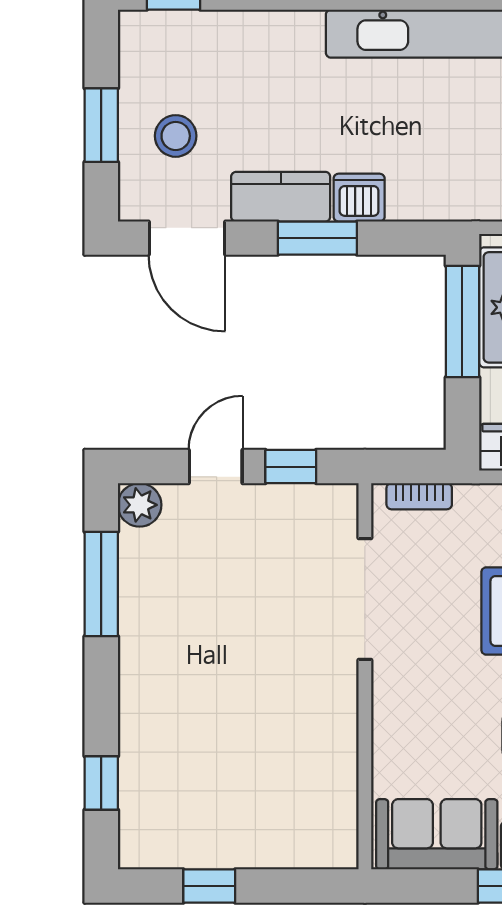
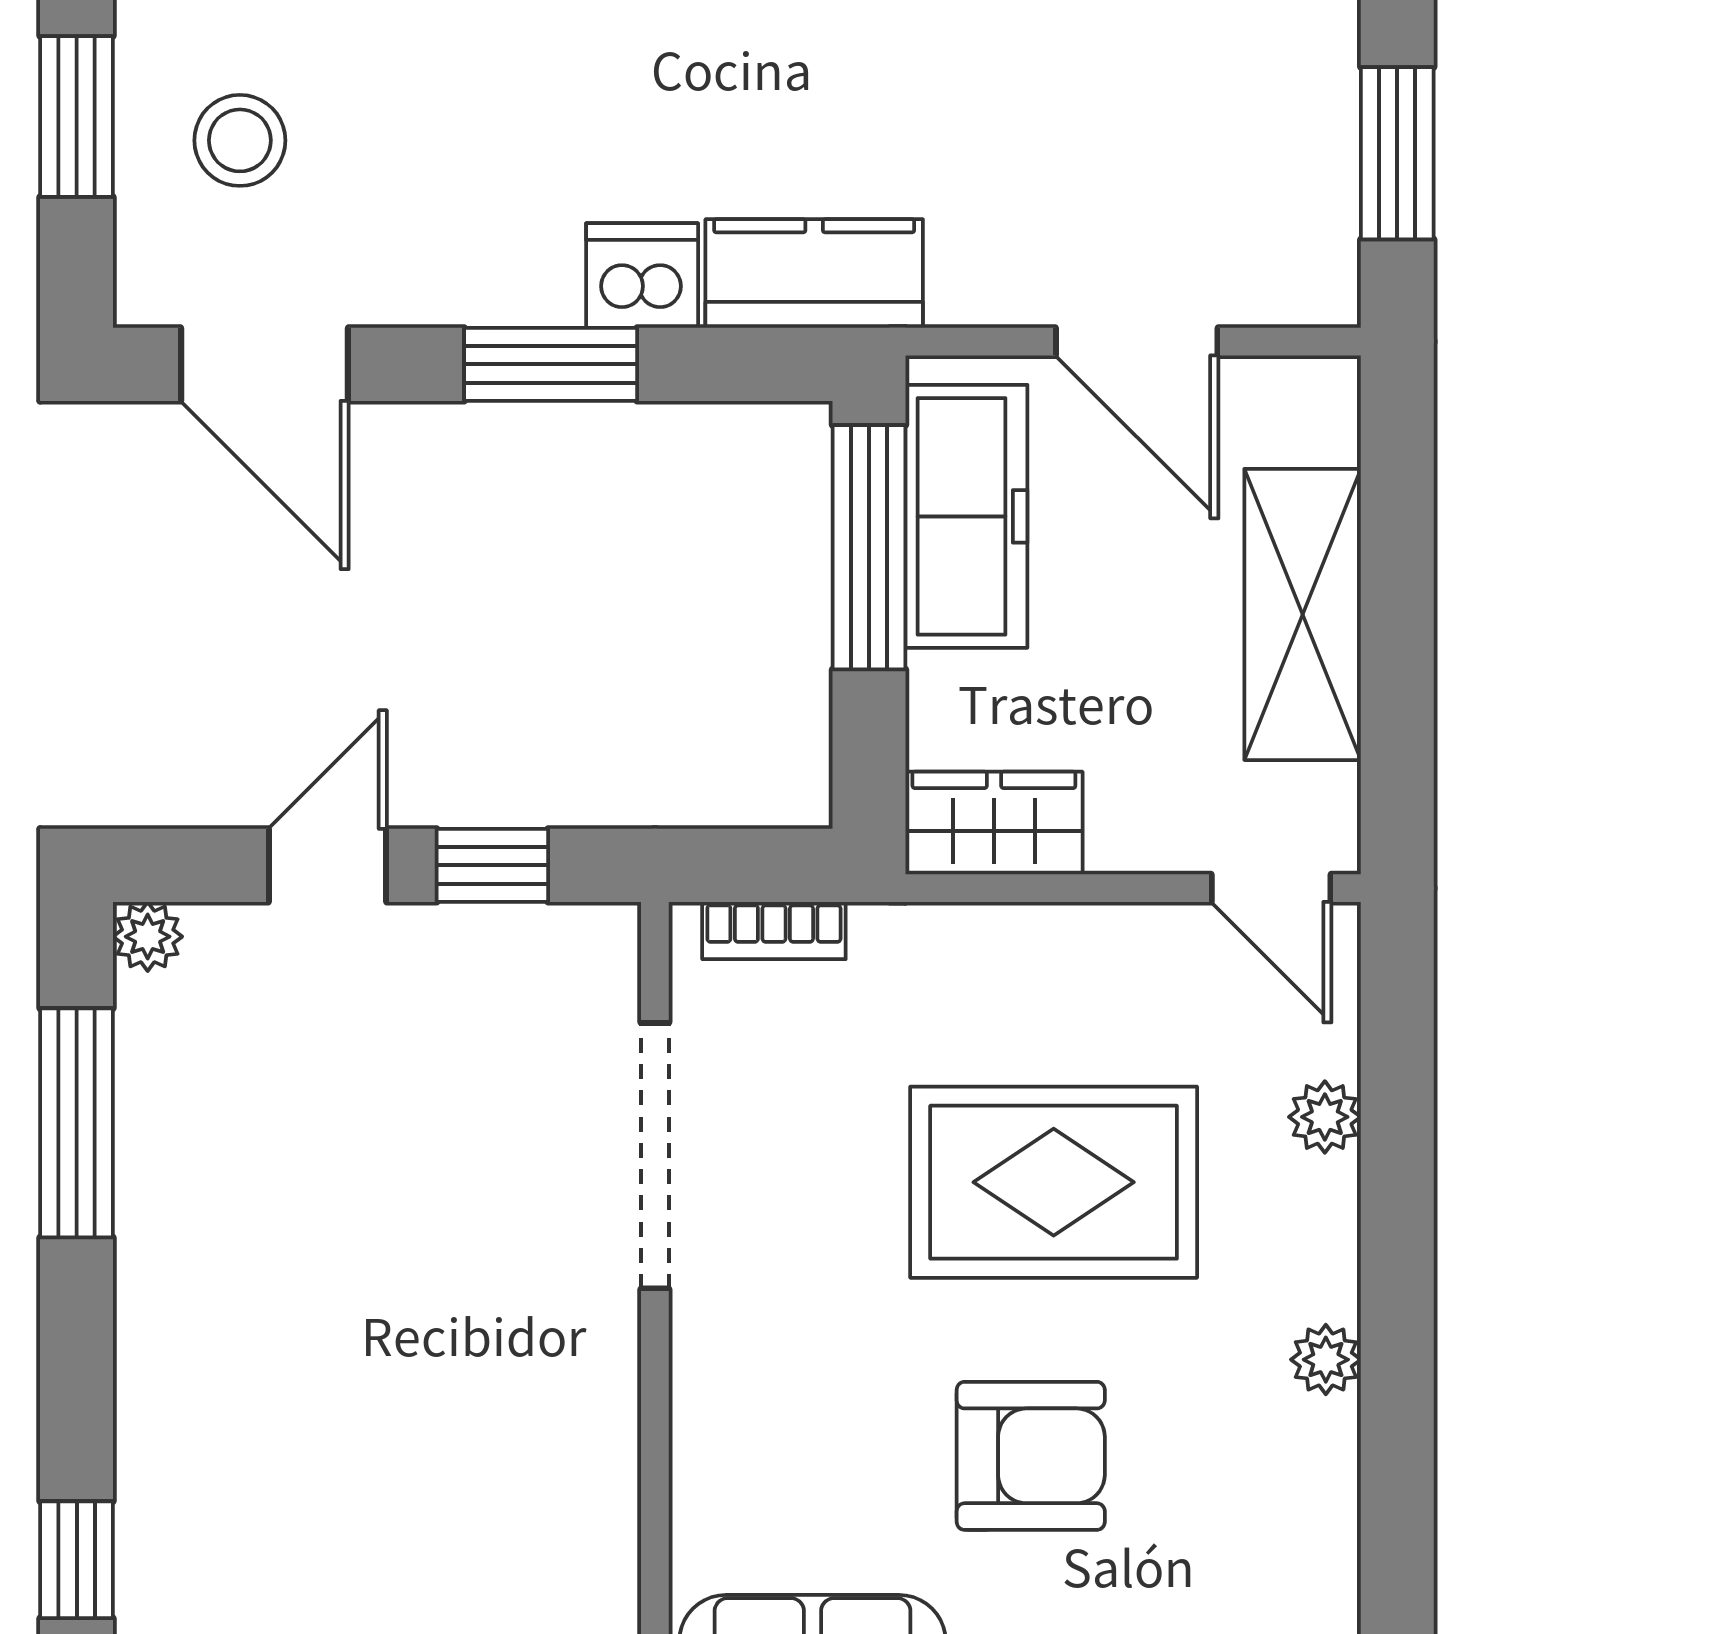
kitchen counter: (281, 197) -> (814, 274), moved
plant: (140, 505) -> (148, 937), width x0.73, depth x0.73

